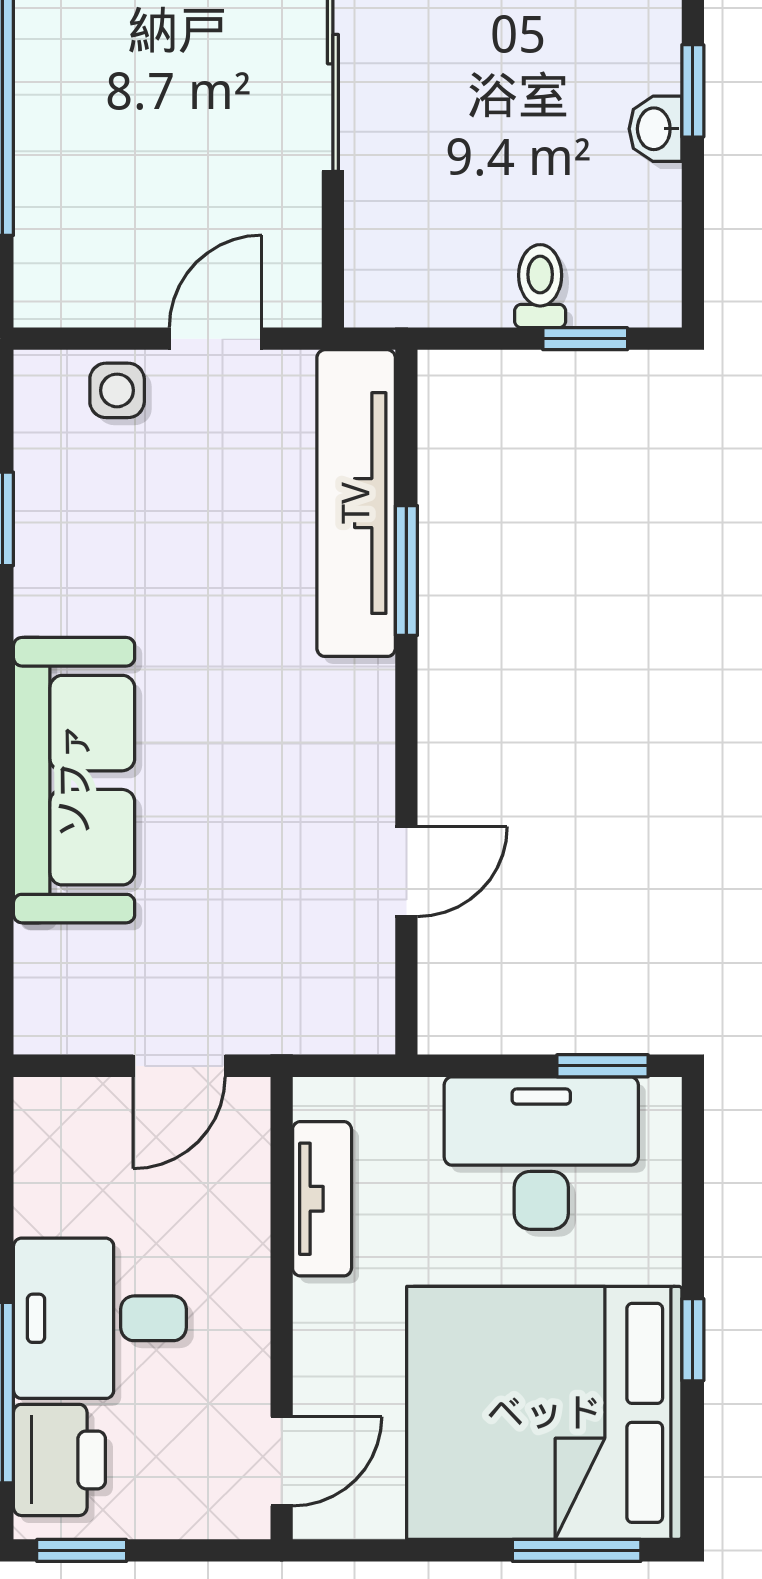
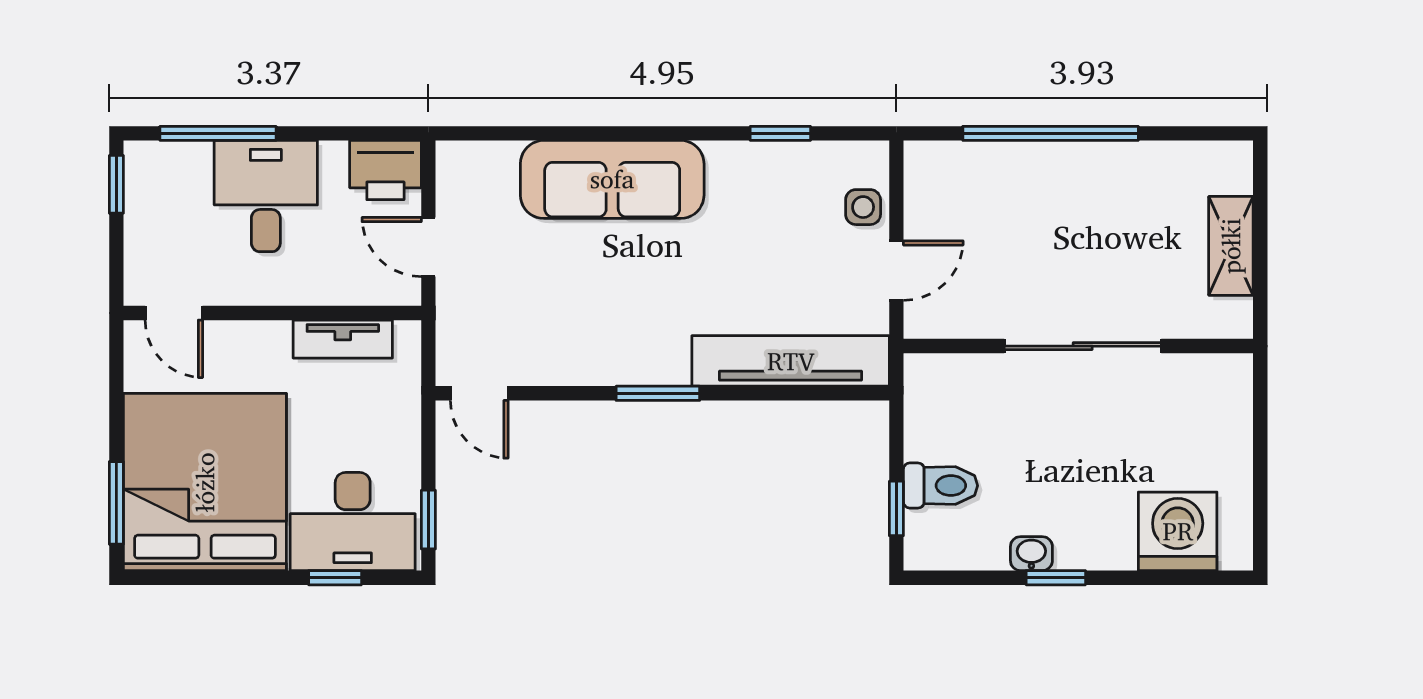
toilet: (540, 286) -> (940, 486), width x1.37, depth x1.39
door: (216, 339) -> (896, 271), hinge flipped
window: (406, 571) -> (658, 393), moved
door: (406, 872) -> (479, 393), moved
desk: (541, 1153) -> (353, 522), moved, turned 90
window: (693, 1340) -> (335, 578), moved
printer: (59, 1460) -> (385, 170), moved

